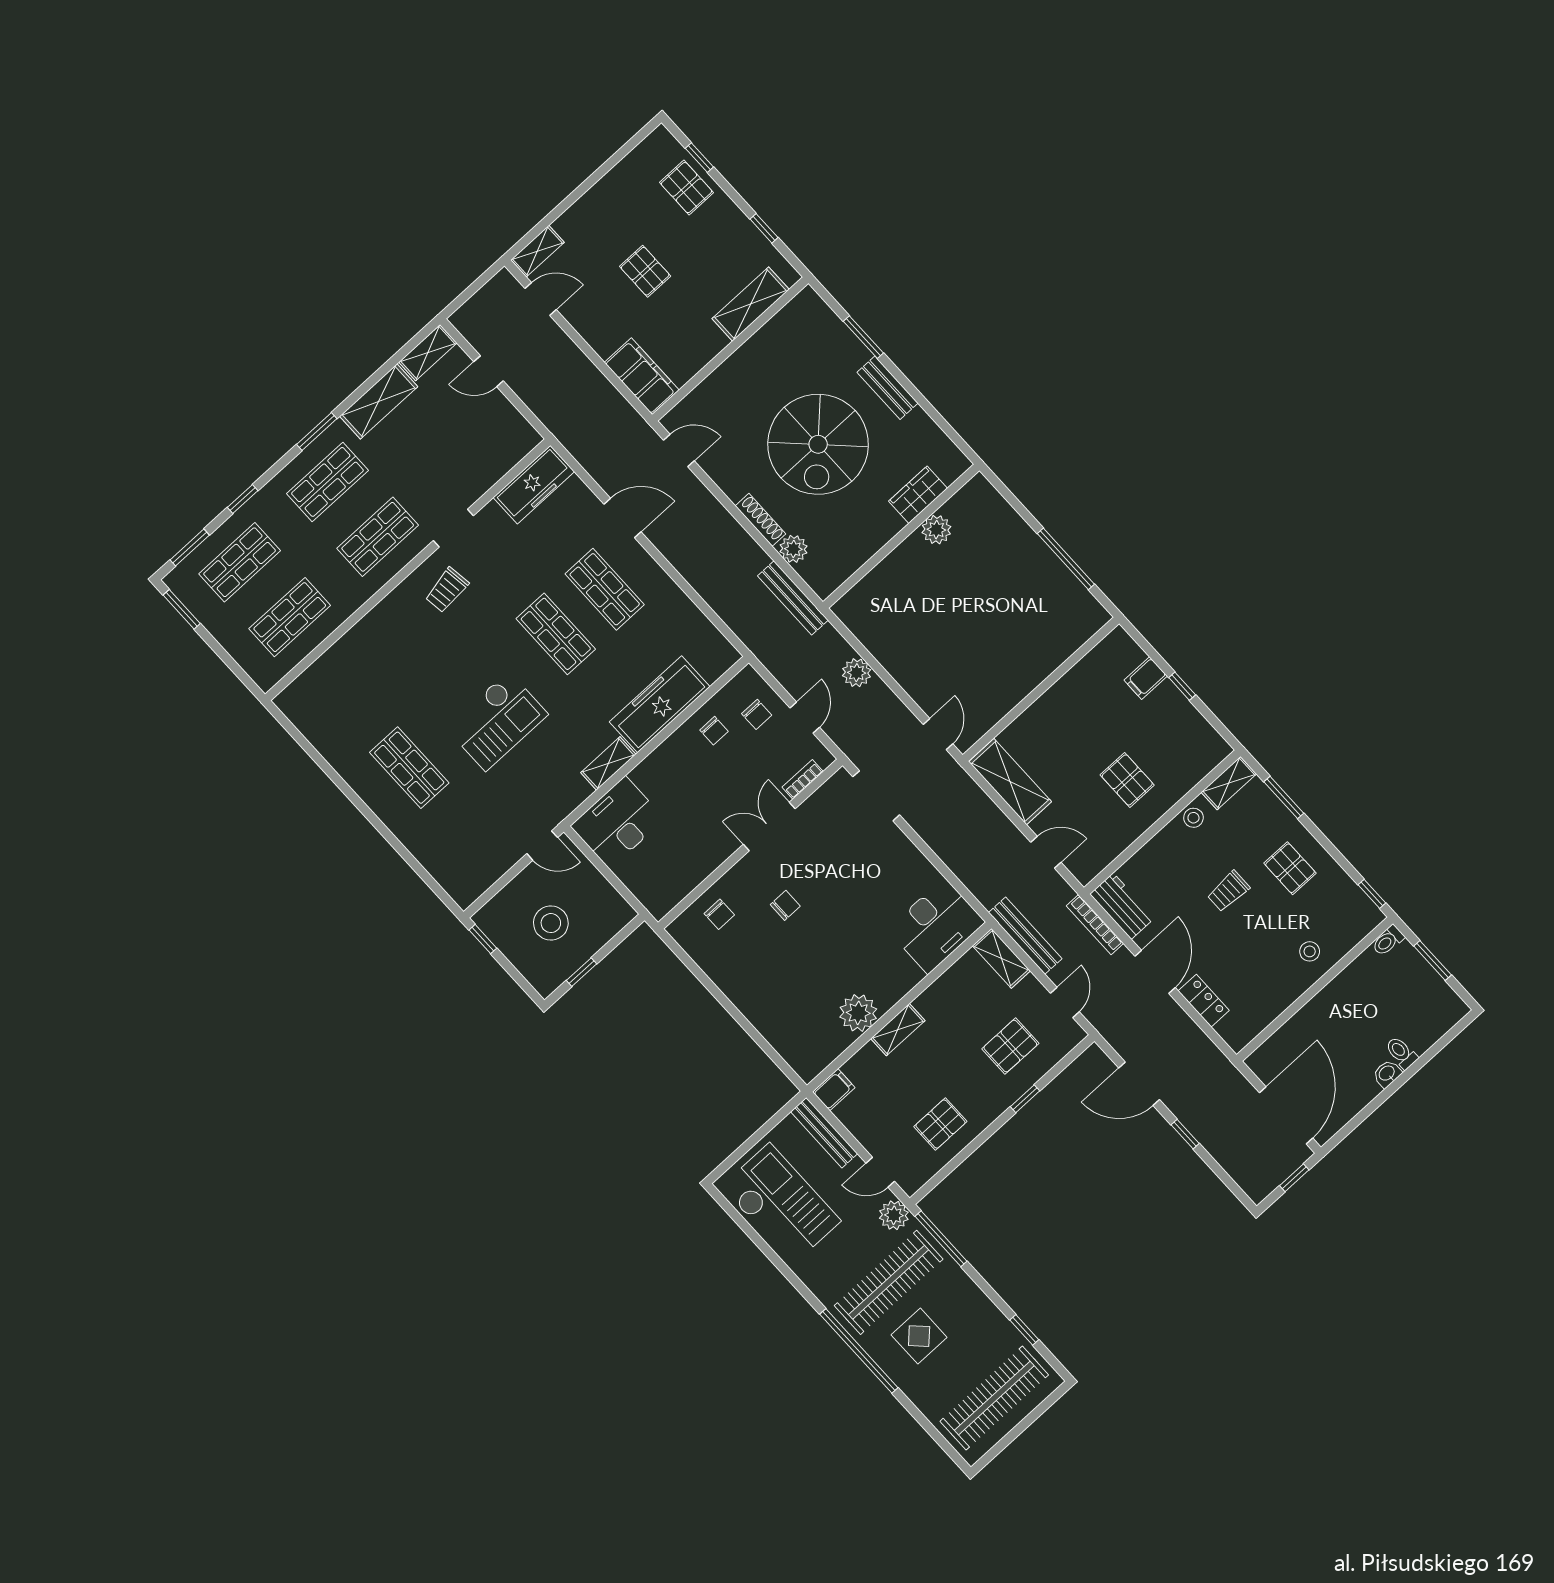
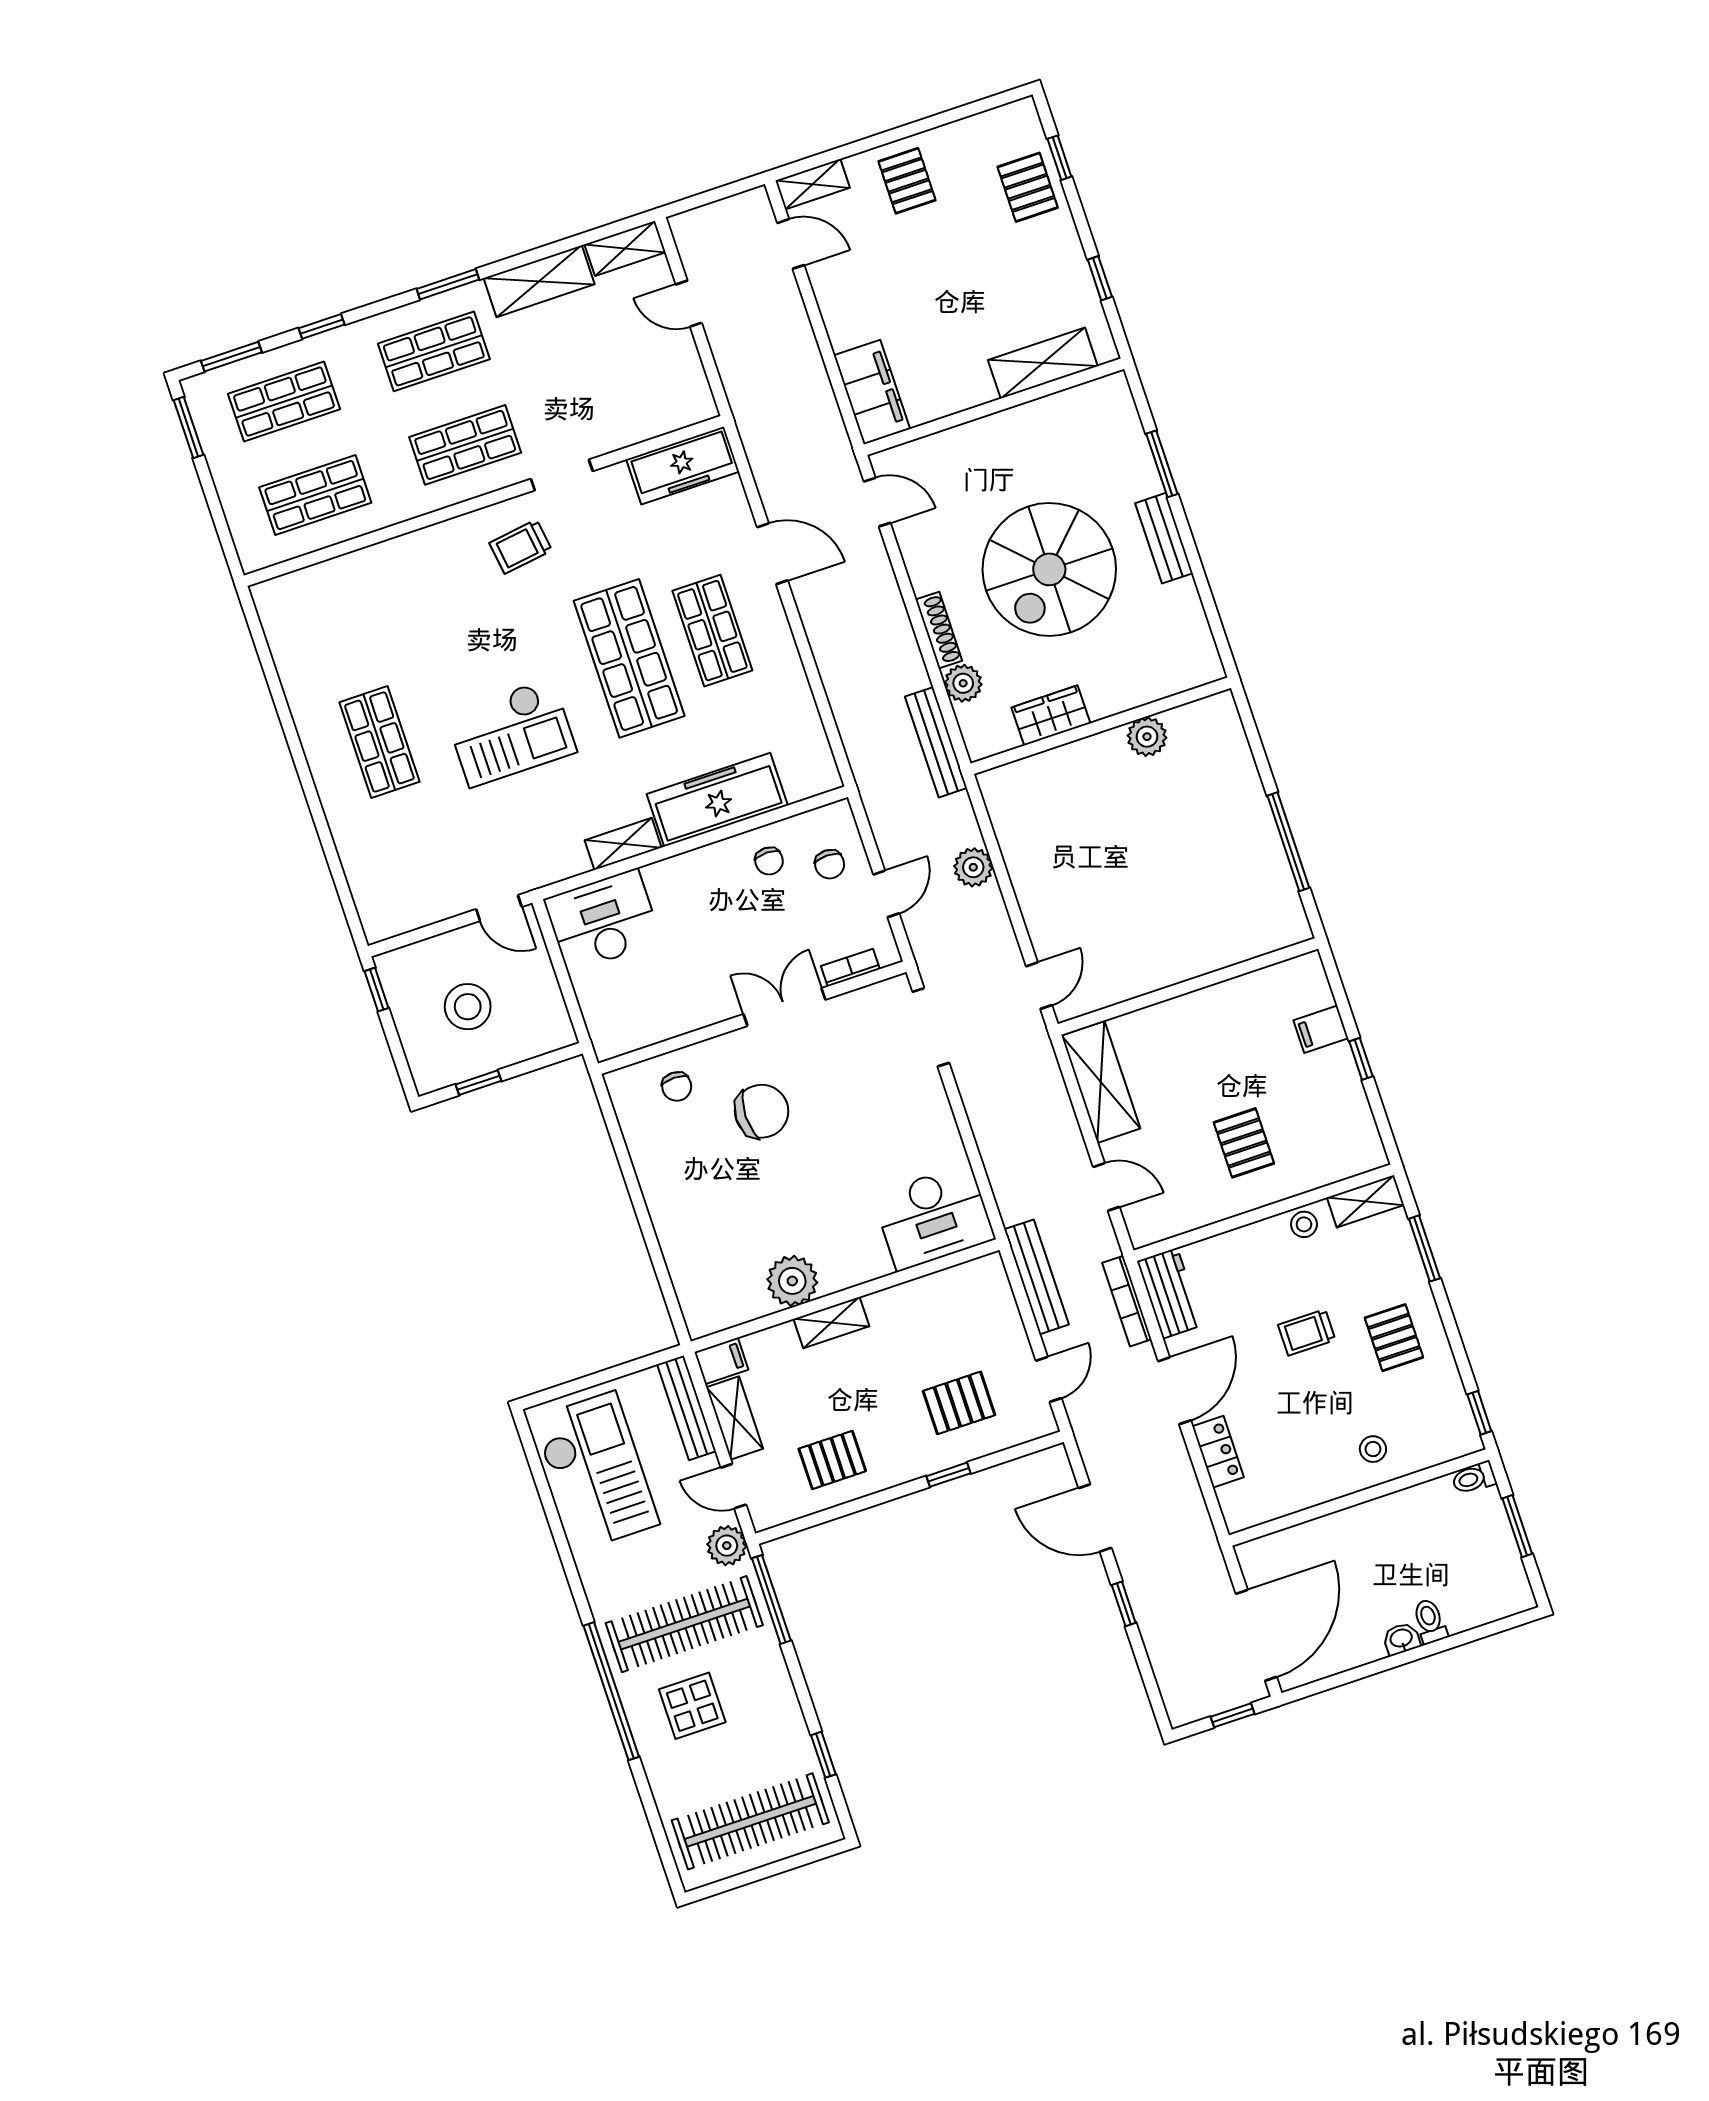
pallet: (645, 271) -> (907, 181), moved
wardrobe: (918, 495) -> (1051, 715), moved
shop shelf: (556, 634) -> (629, 658), width x1.43, depth x1.36
chair: (785, 905) -> (762, 1111), width x1.87, depth x1.87
shelving: (1001, 958) -> (735, 1418), moved

